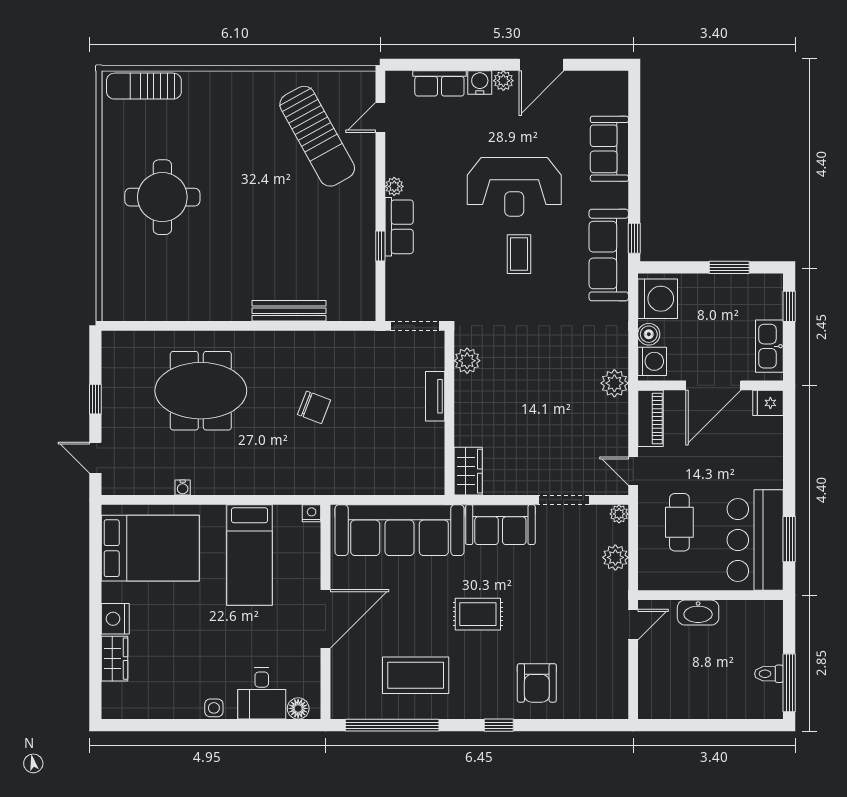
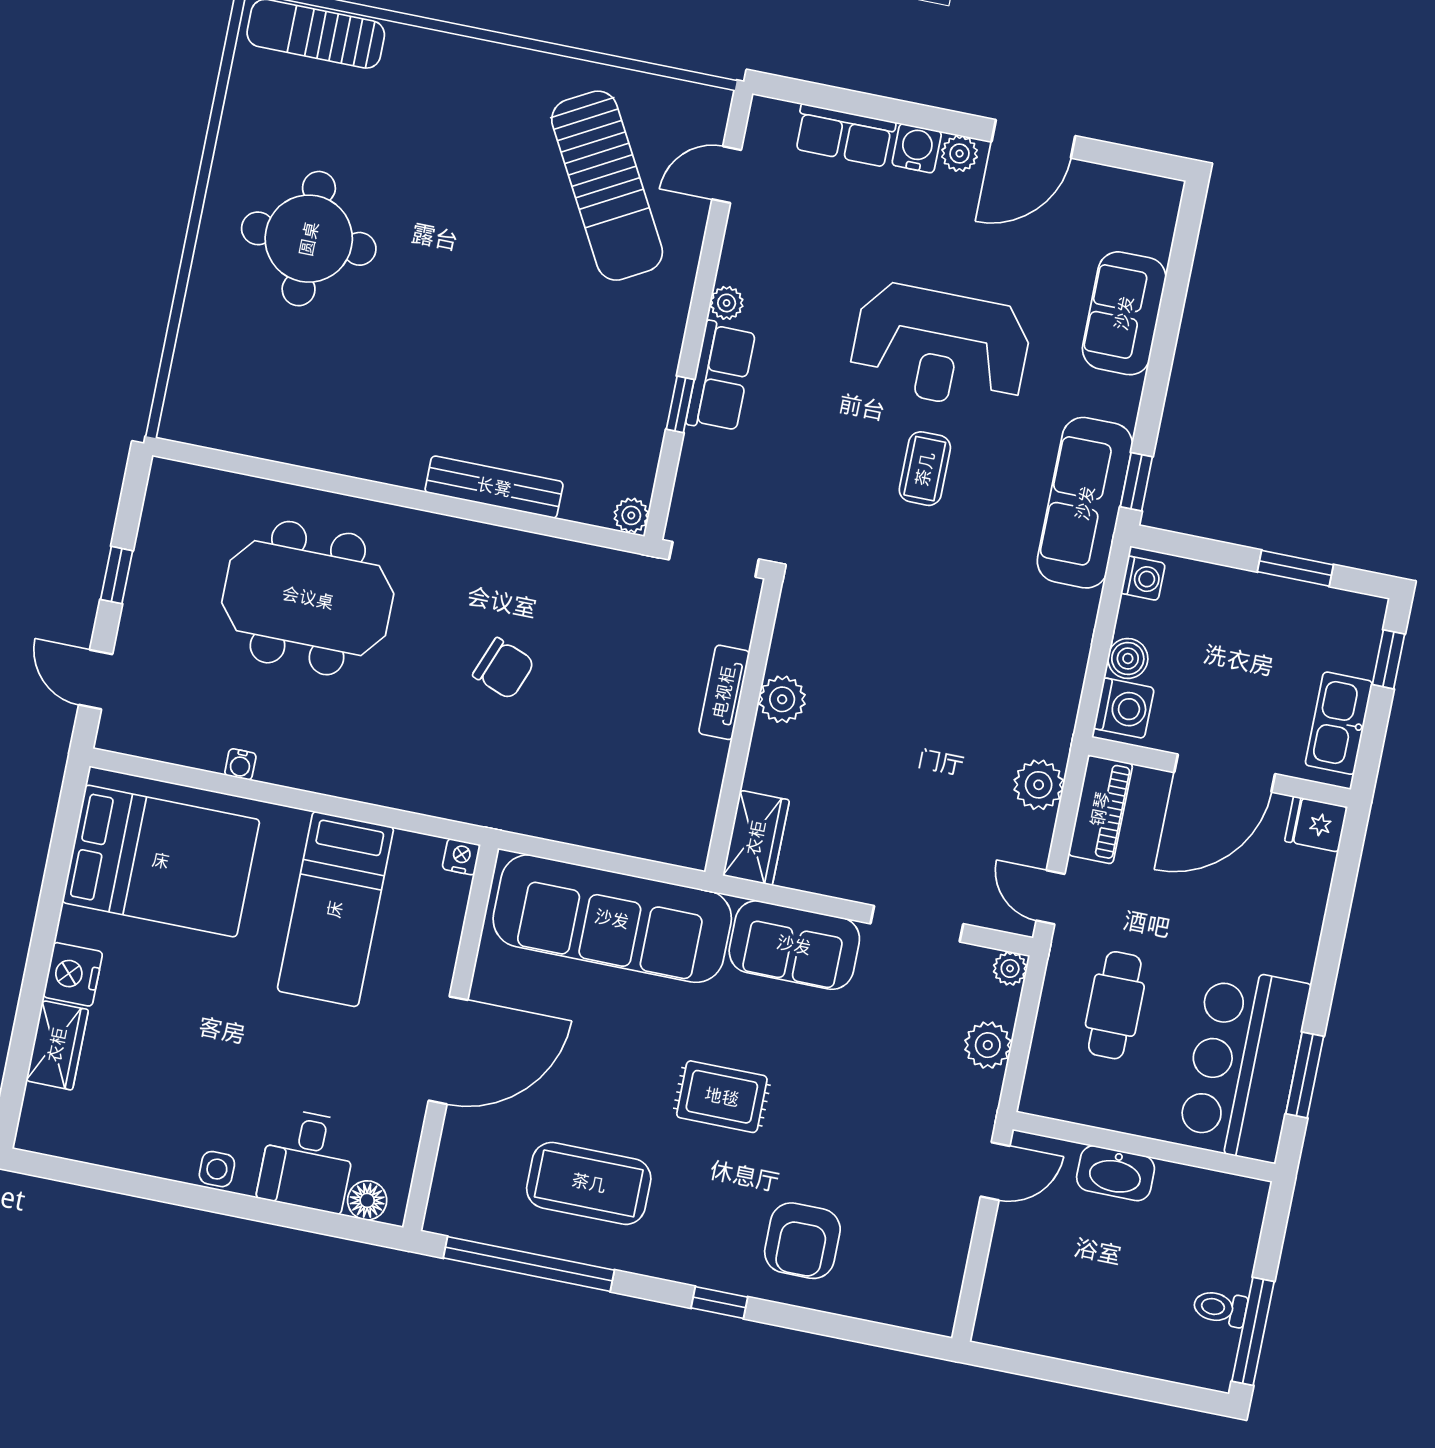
washing machine: (658, 299) -> (1143, 578), width x0.53, depth x0.53
plant: (366, 311) -> (631, 515), added
plant: (467, 361) -> (782, 699), moved
plant: (614, 383) -> (1039, 785), moved

